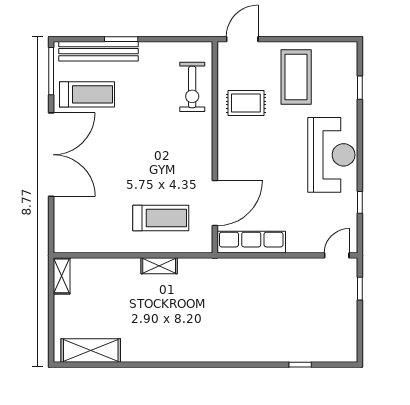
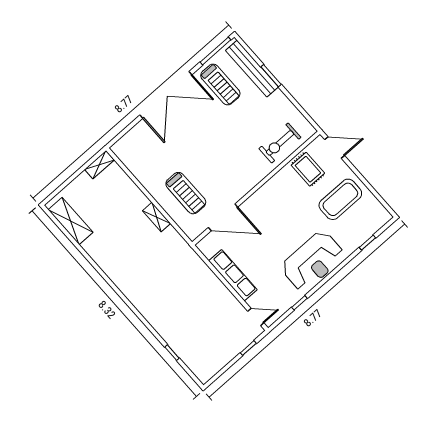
rug: (246, 103) -> (308, 169), moved
row of seats: (251, 242) -> (233, 275), moved

